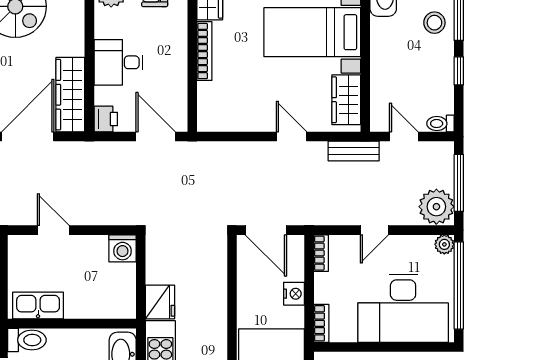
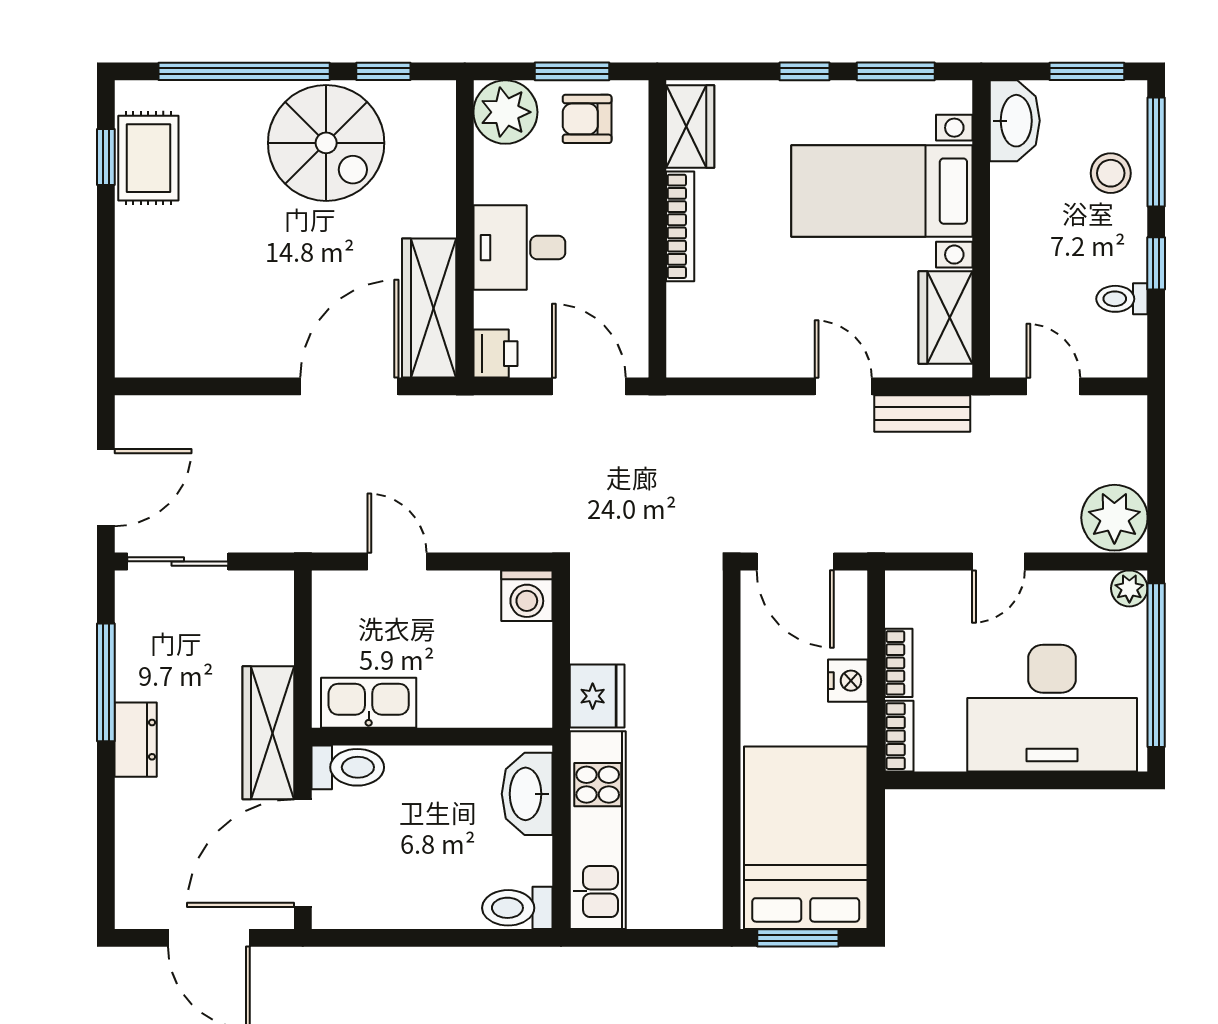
toilet: (440, 124) -> (1122, 299), moved
bench: (354, 151) -> (922, 413), moved
window: (459, 183) -> (1156, 473), removed
bookcase: (321, 253) -> (899, 663), moved

